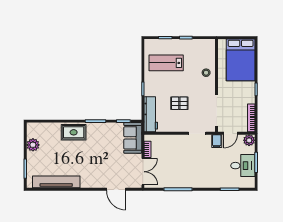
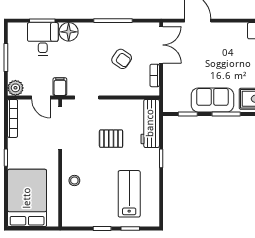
lab bench: (166, 63) -> (129, 194), turned -90
door: (231, 133) -> (41, 97), swing flipped
sofa: (133, 138) -> (212, 100), moved, turned -90
armchair: (172, 161) -> (122, 59), added
desk: (243, 166) -> (43, 39), moved, turned 90
double door: (143, 172) -> (161, 45), swing flipped
floor lamp: (210, 181) -> (69, 32), added

